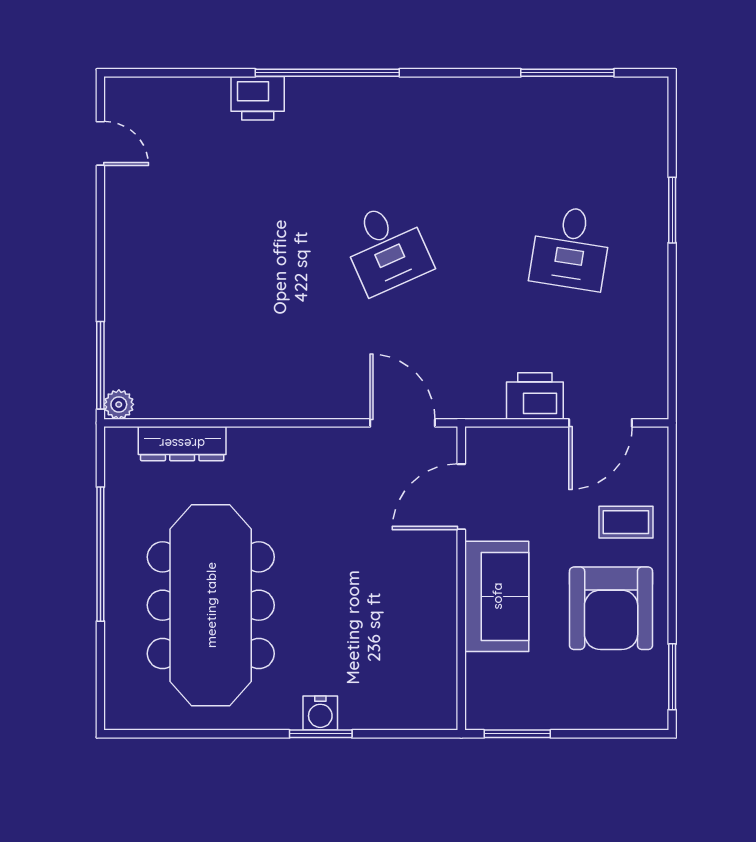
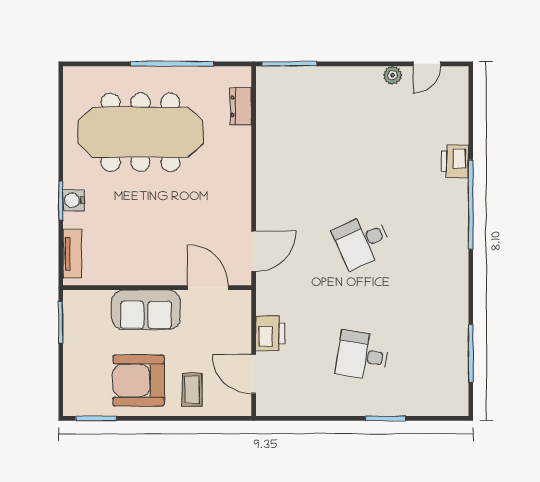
plant: (119, 404) -> (393, 75), moved
dresser: (182, 444) -> (241, 106), width x0.70
tv unit: (407, 715) -> (72, 254), added

